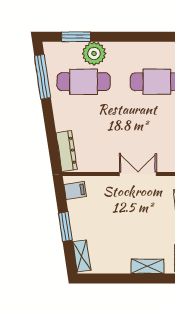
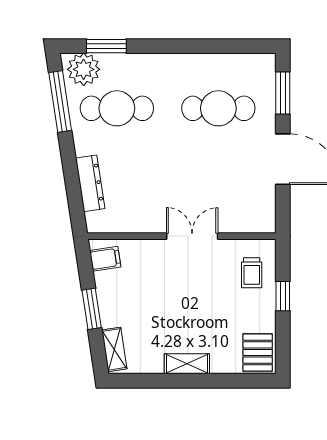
plant: (94, 53) -> (84, 69), moved
dresser: (67, 151) -> (90, 183), moved
shelving: (148, 266) -> (187, 364), moved

